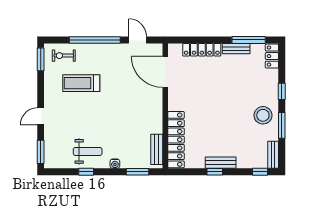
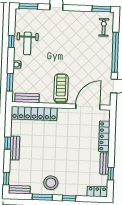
window: (249, 40) -> (111, 174), width x0.46
treadmill: (81, 83) -> (61, 88), moved

